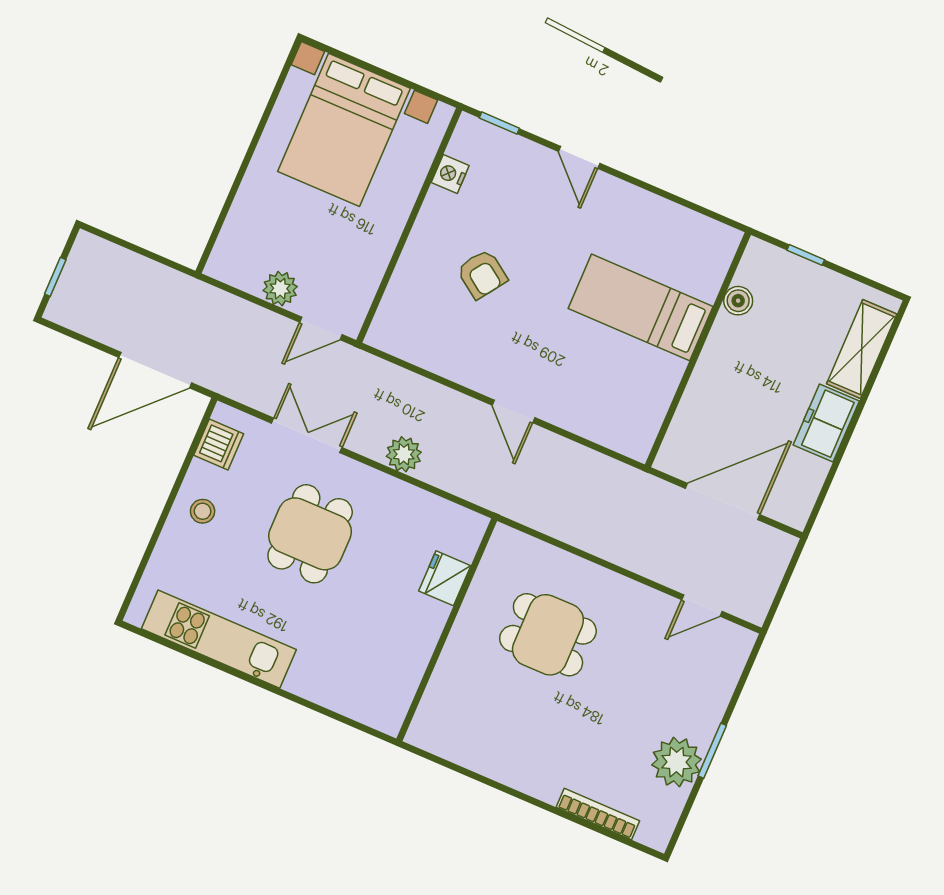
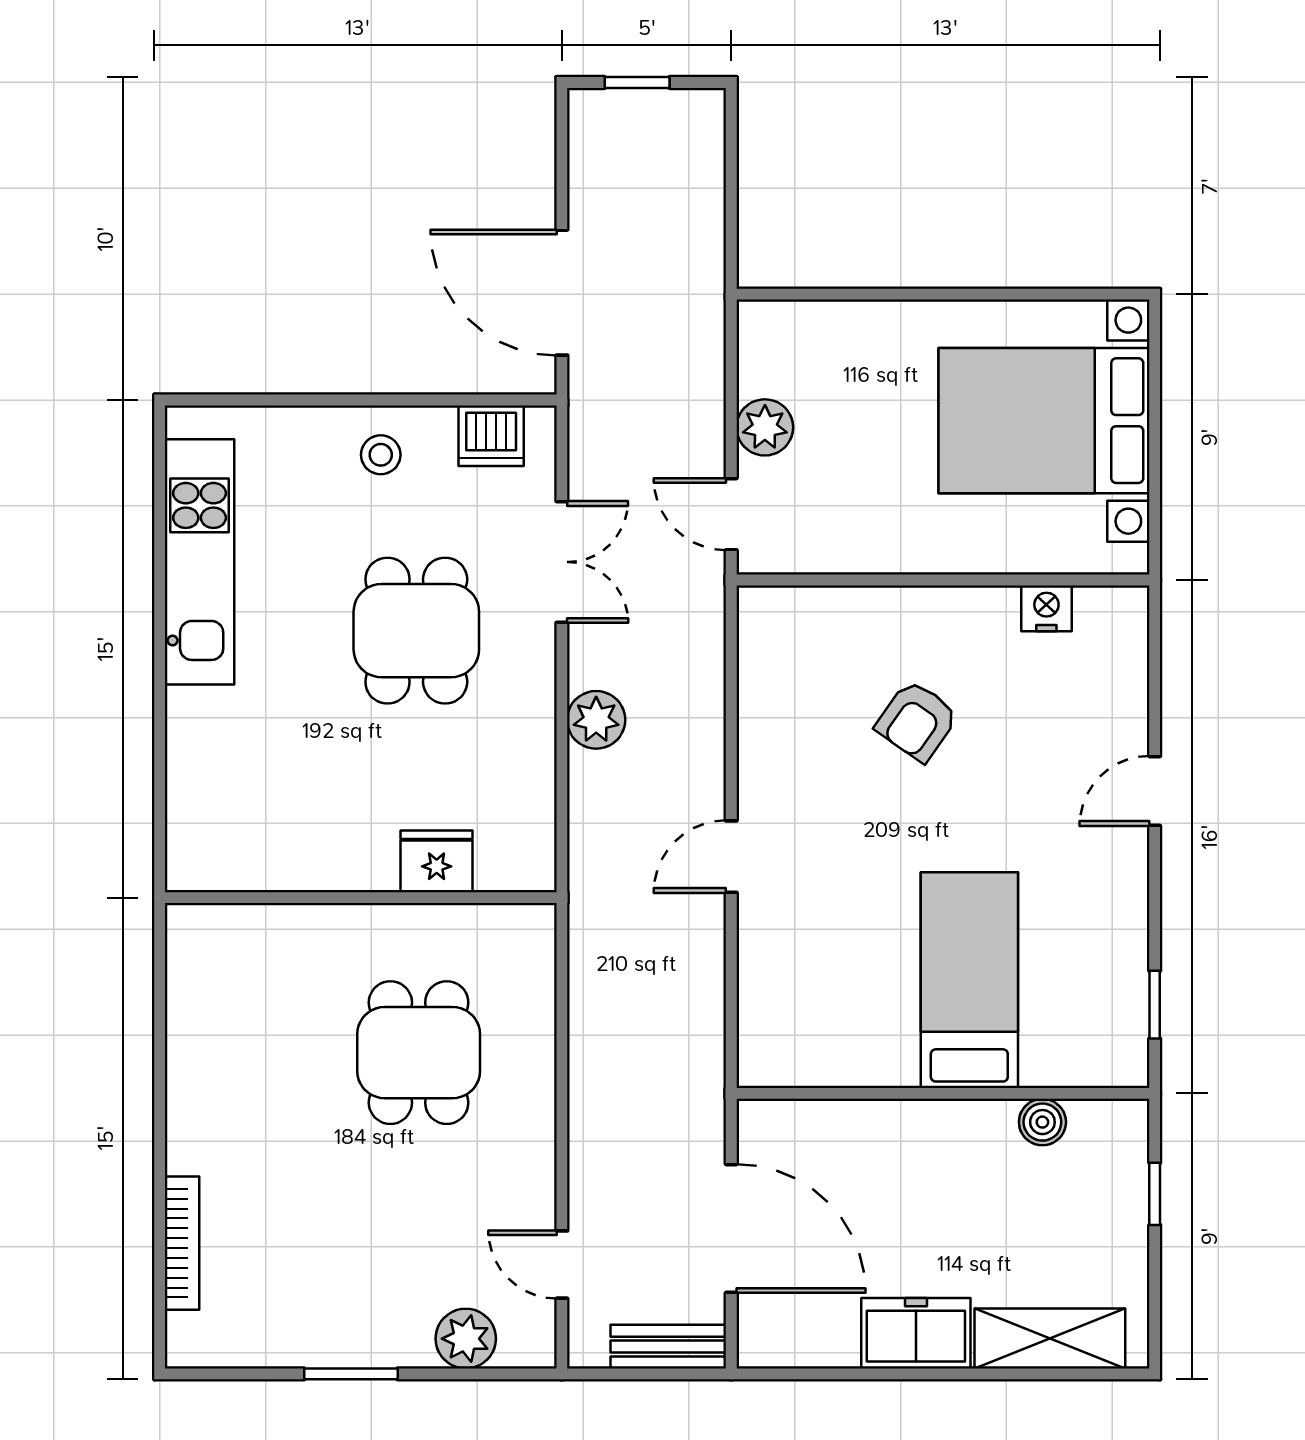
window: (499, 123) -> (1155, 1005), moved
dining table: (310, 534) -> (416, 631), turned 90
bench: (774, 566) -> (668, 1347), added
plant: (677, 762) -> (466, 1339), moved, width x0.73, depth x0.73

